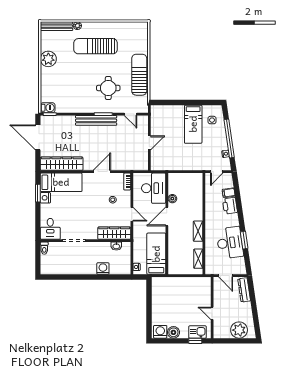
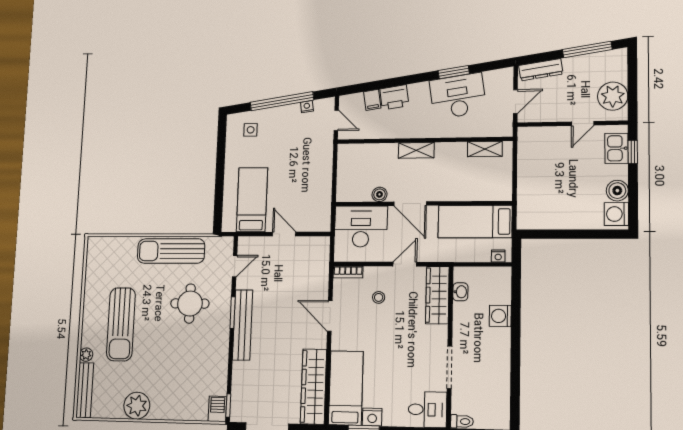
bed: (193, 124) -> (252, 200), moved, turned -90
shelving: (198, 231) -> (416, 150), moved
window: (255, 316) -> (587, 50), added
plant: (239, 330) -> (613, 96), moved

